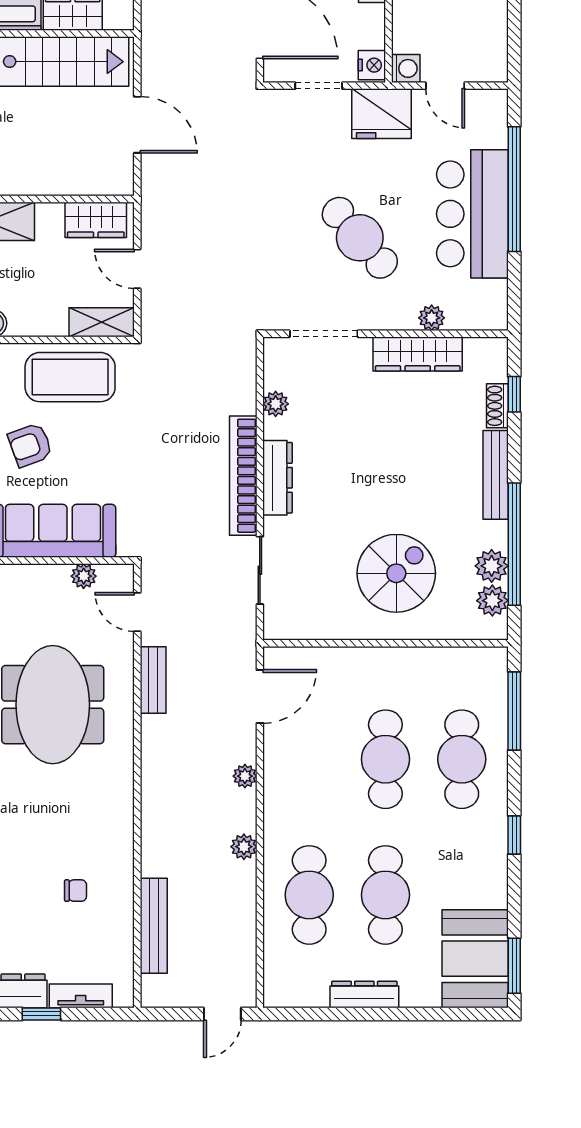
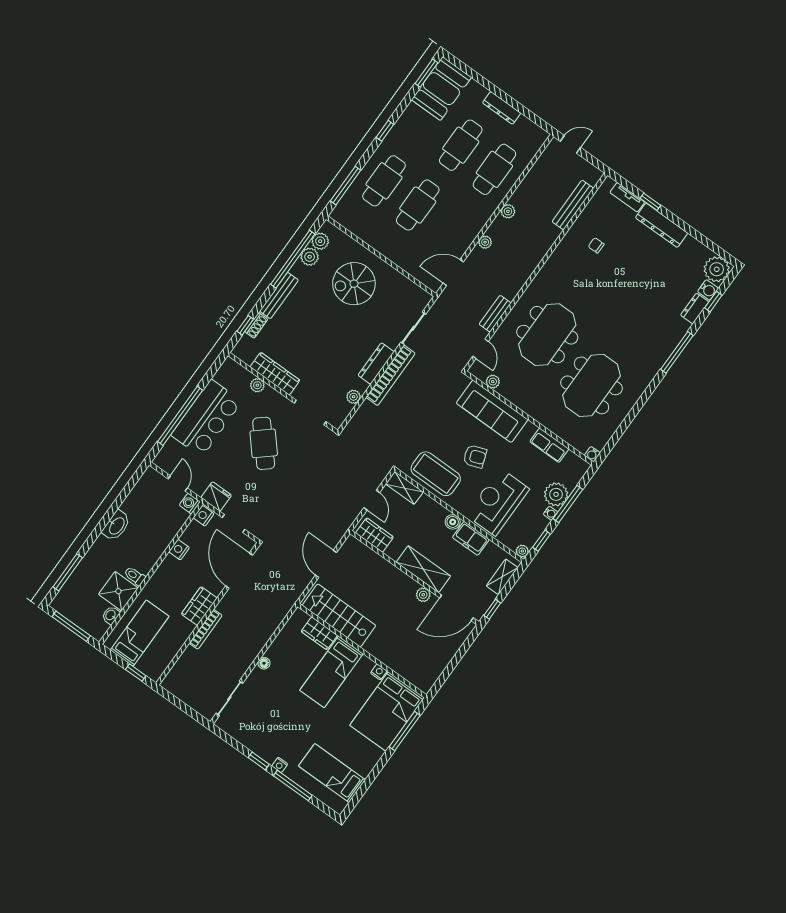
fridge: (382, 114) -> (216, 496), width x0.73, depth x0.75

